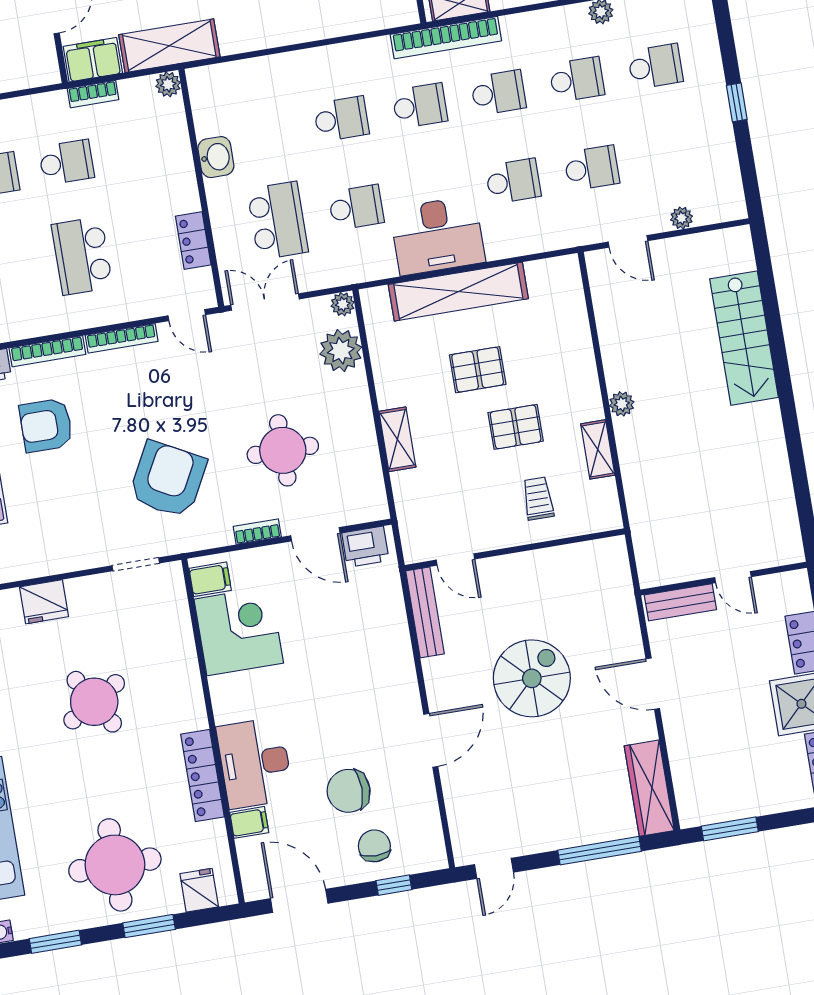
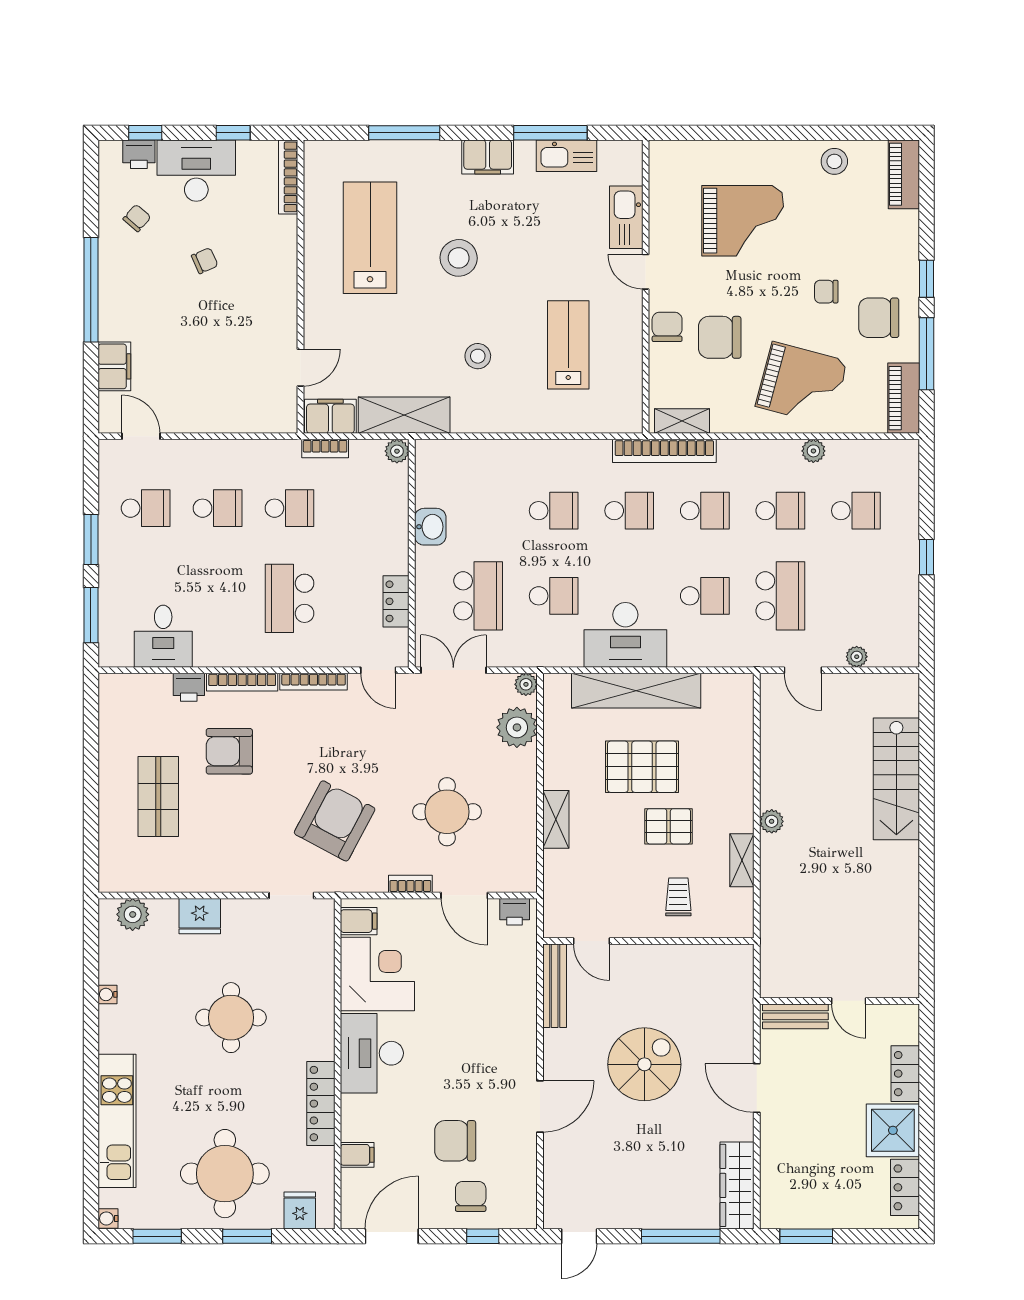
school desk: (592, 168) -> (780, 596), width x1.85
pallet: (478, 370) -> (642, 767), width x1.50, depth x1.42
printer: (365, 547) -> (515, 912), width x0.73, depth x0.81
round table: (94, 702) -> (231, 1018), turned 31
desk: (255, 763) -> (372, 1053), moved
door: (299, 901) -> (392, 1236), hinge flipped

